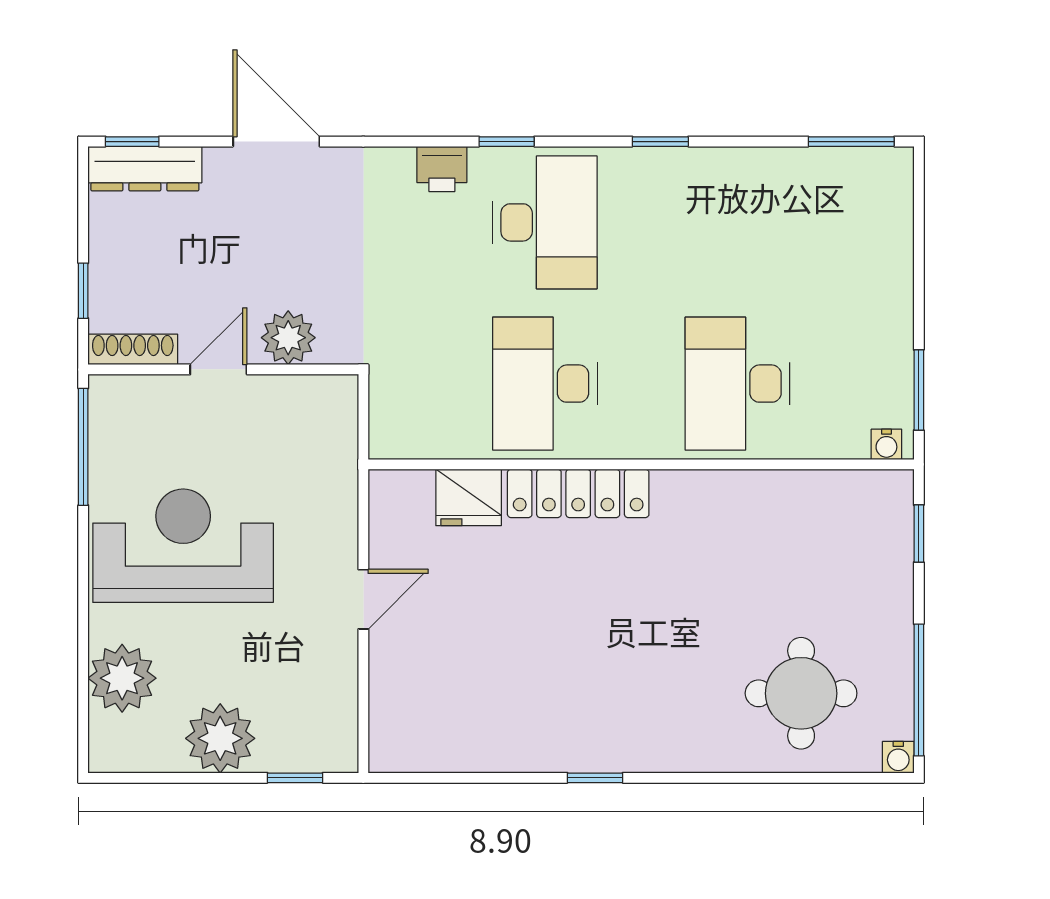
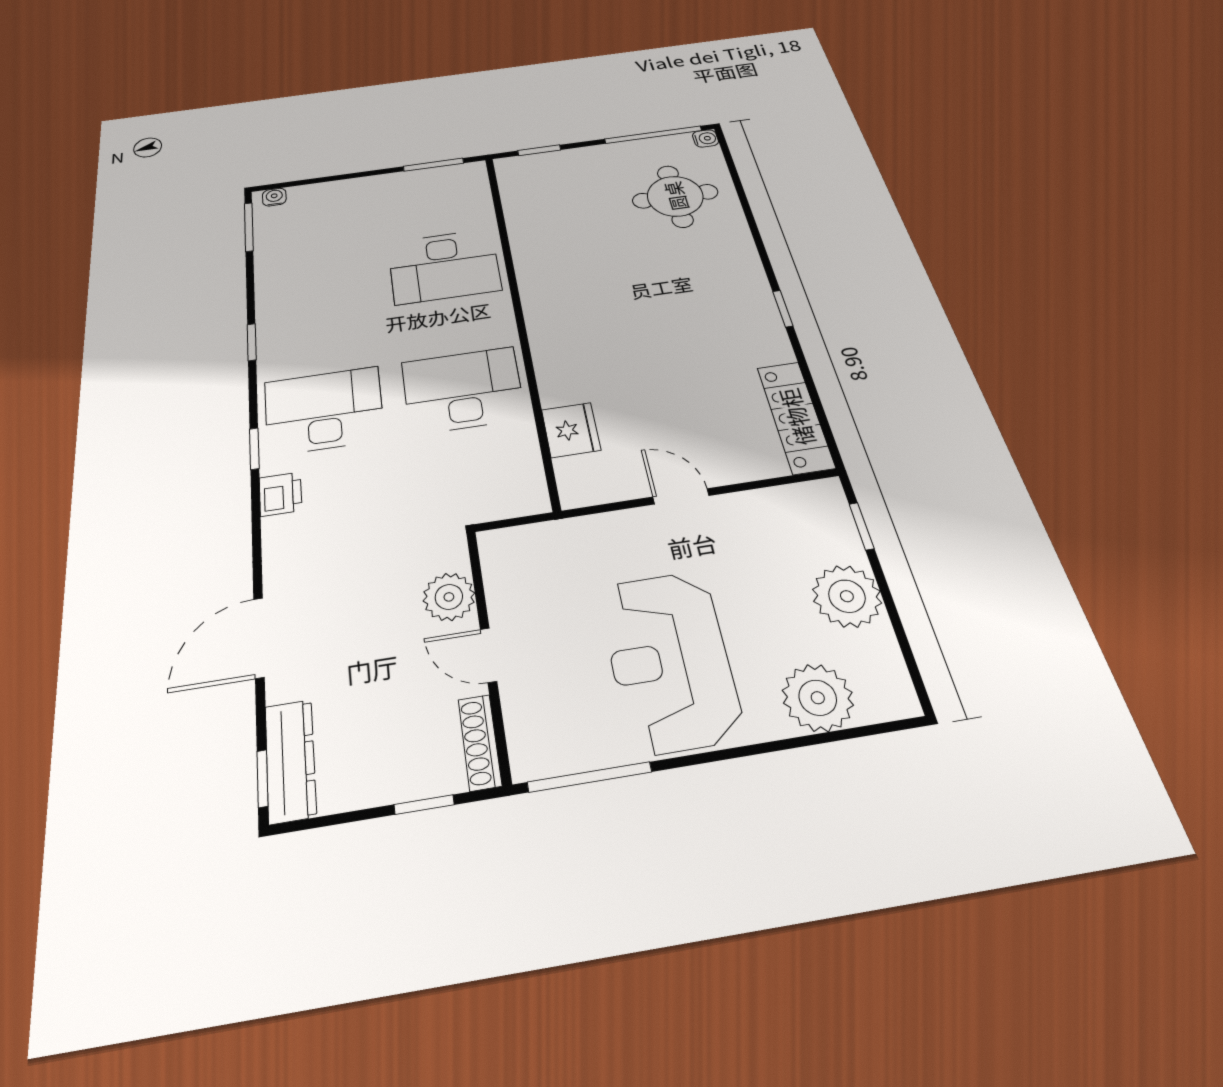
desk: (545, 384) -> (463, 390), turned 180
water cooler: (886, 444) -> (274, 197), moved, turned -90
locker: (578, 493) -> (796, 417), moved, turned 180

